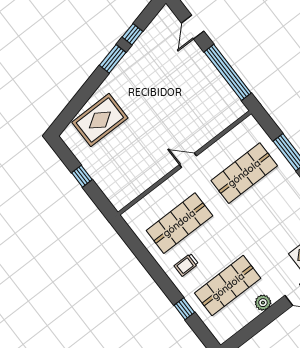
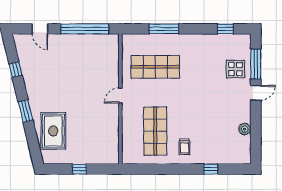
window: (113, 59) -> (26, 111), moved
shop shelf: (244, 173) -> (155, 67), turned 90
shop shelf: (228, 286) -> (217, 131), removed
plant: (263, 303) -> (245, 129), moved

